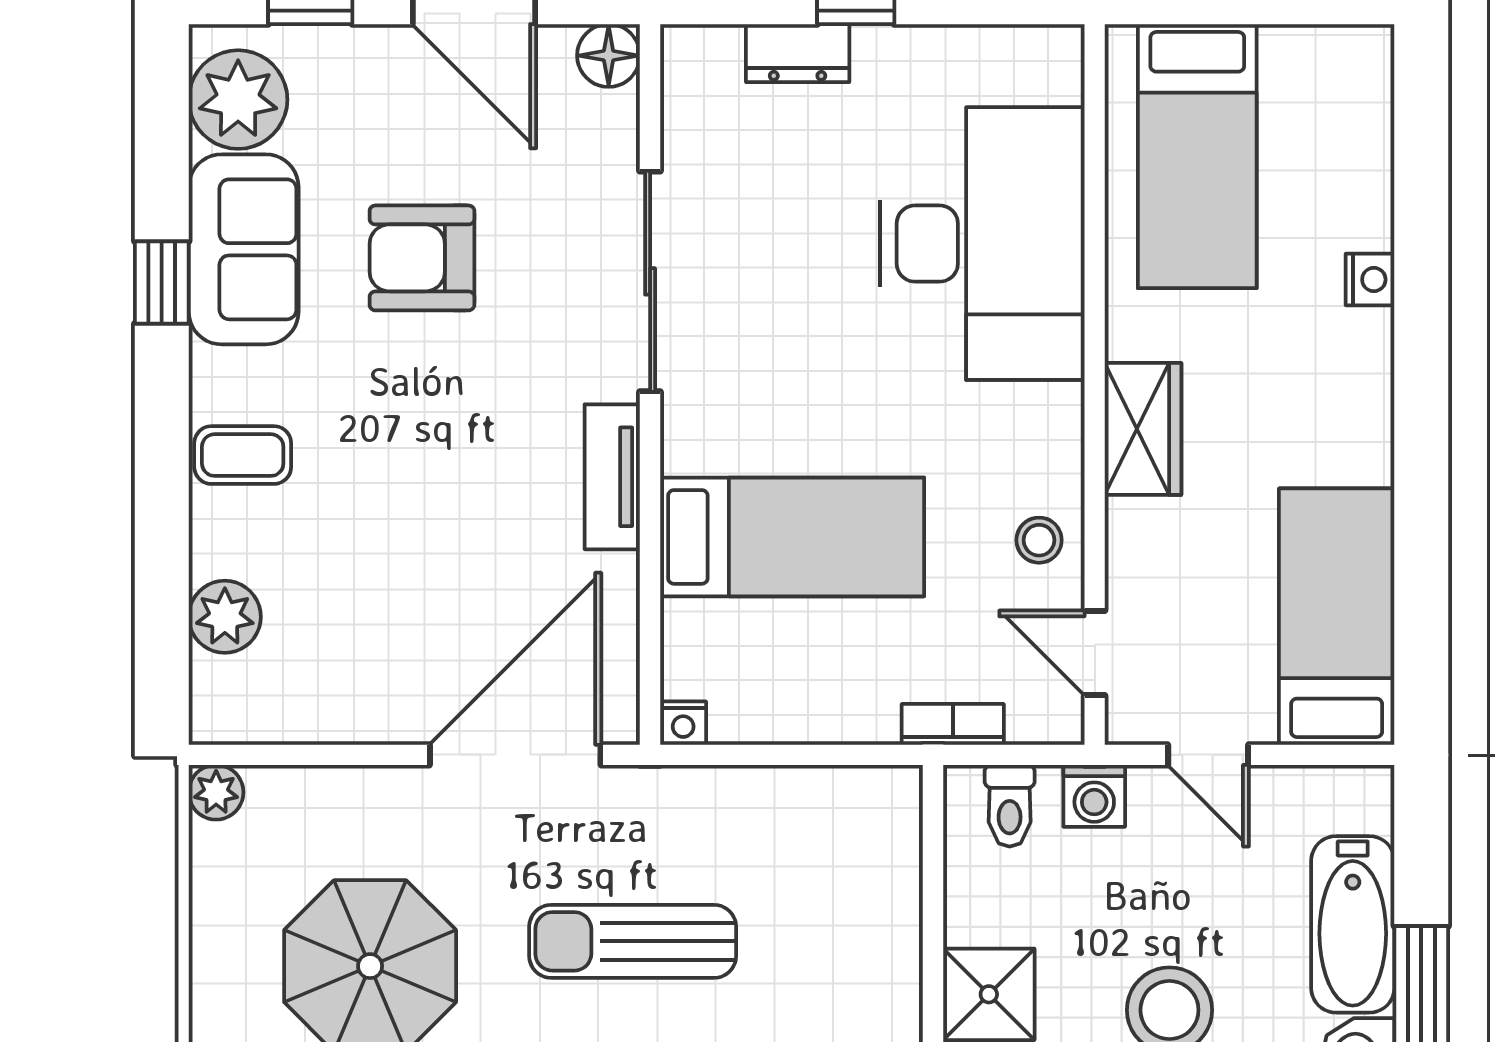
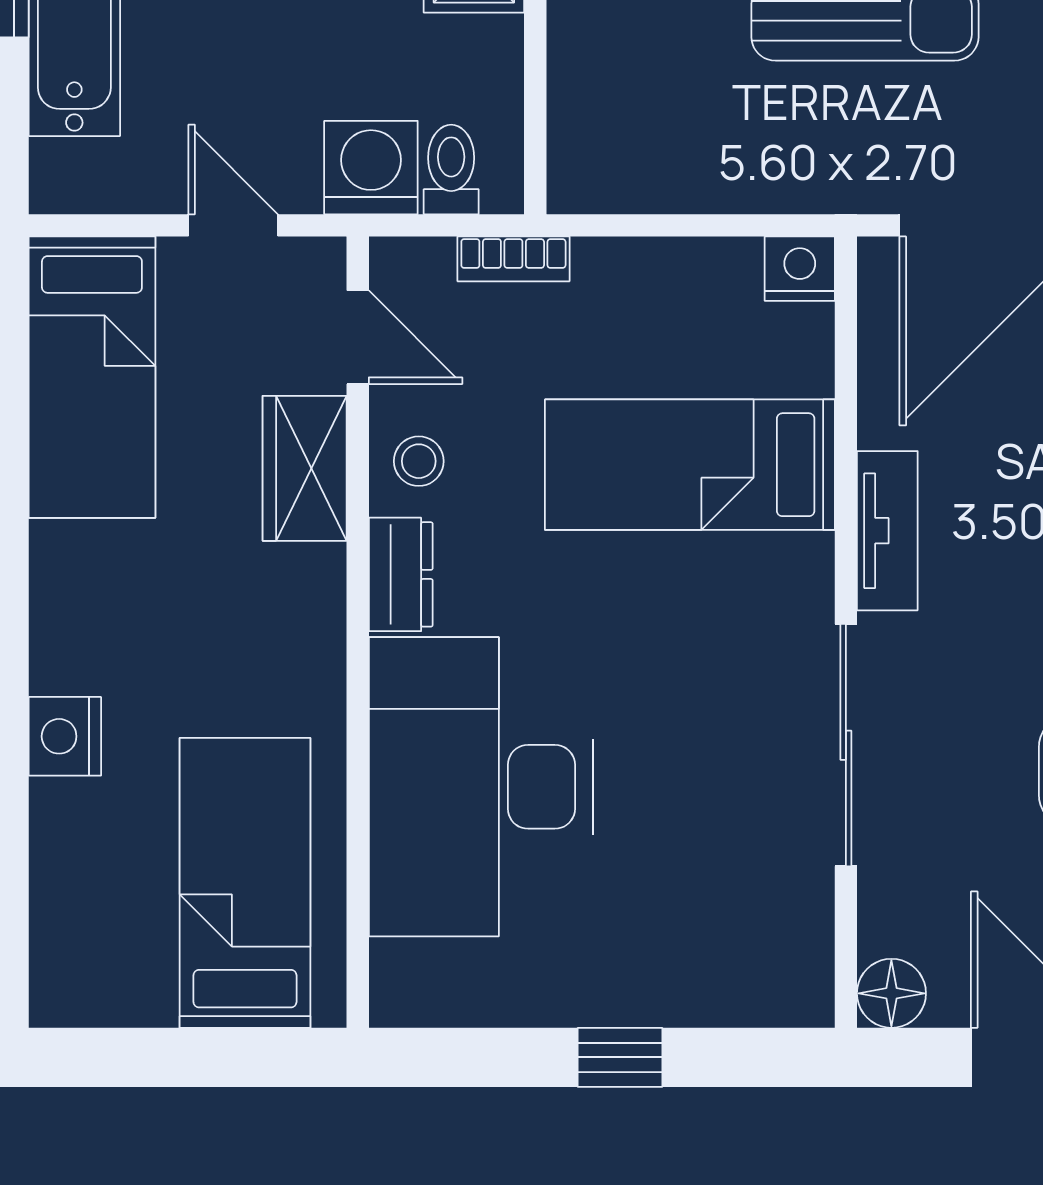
dresser: (798, 53) -> (401, 574), moved, turned 90
nightstand: (1370, 280) -> (65, 736), width x1.39, depth x1.35
wardrobe: (1143, 429) -> (305, 468), moved
nightstand: (683, 723) -> (800, 269), width x1.39, depth x1.35
washing machine: (1094, 796) -> (371, 168), width x1.38, depth x1.38

